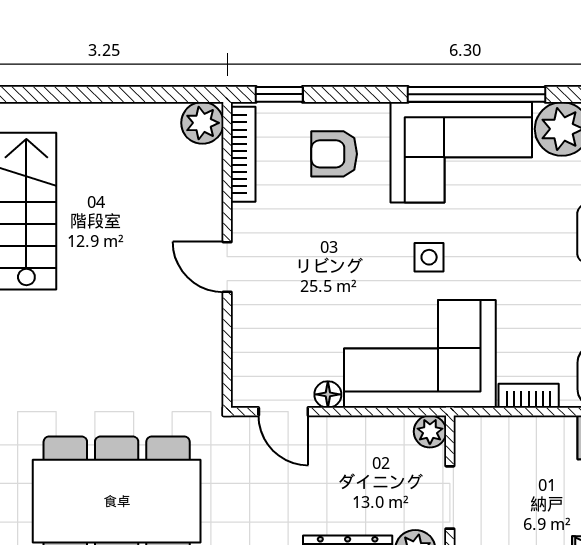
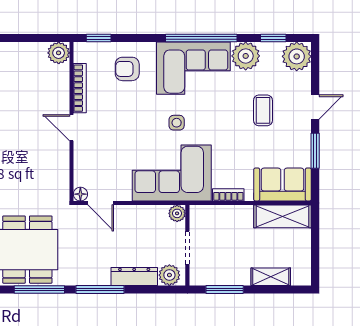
bookcase: (243, 154) -> (80, 88), moved
floor lamp: (328, 394) -> (80, 194), moved

